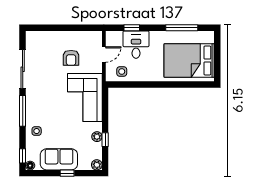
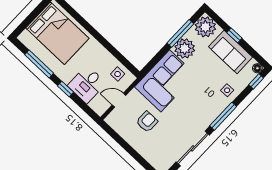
window: (132, 28) -> (66, 89), moved
plant: (97, 137) -> (185, 48), width x1.87, depth x1.87
window: (105, 140) -> (180, 33), width x2.17
plant: (97, 165) -> (205, 27), width x1.88, depth x1.88

